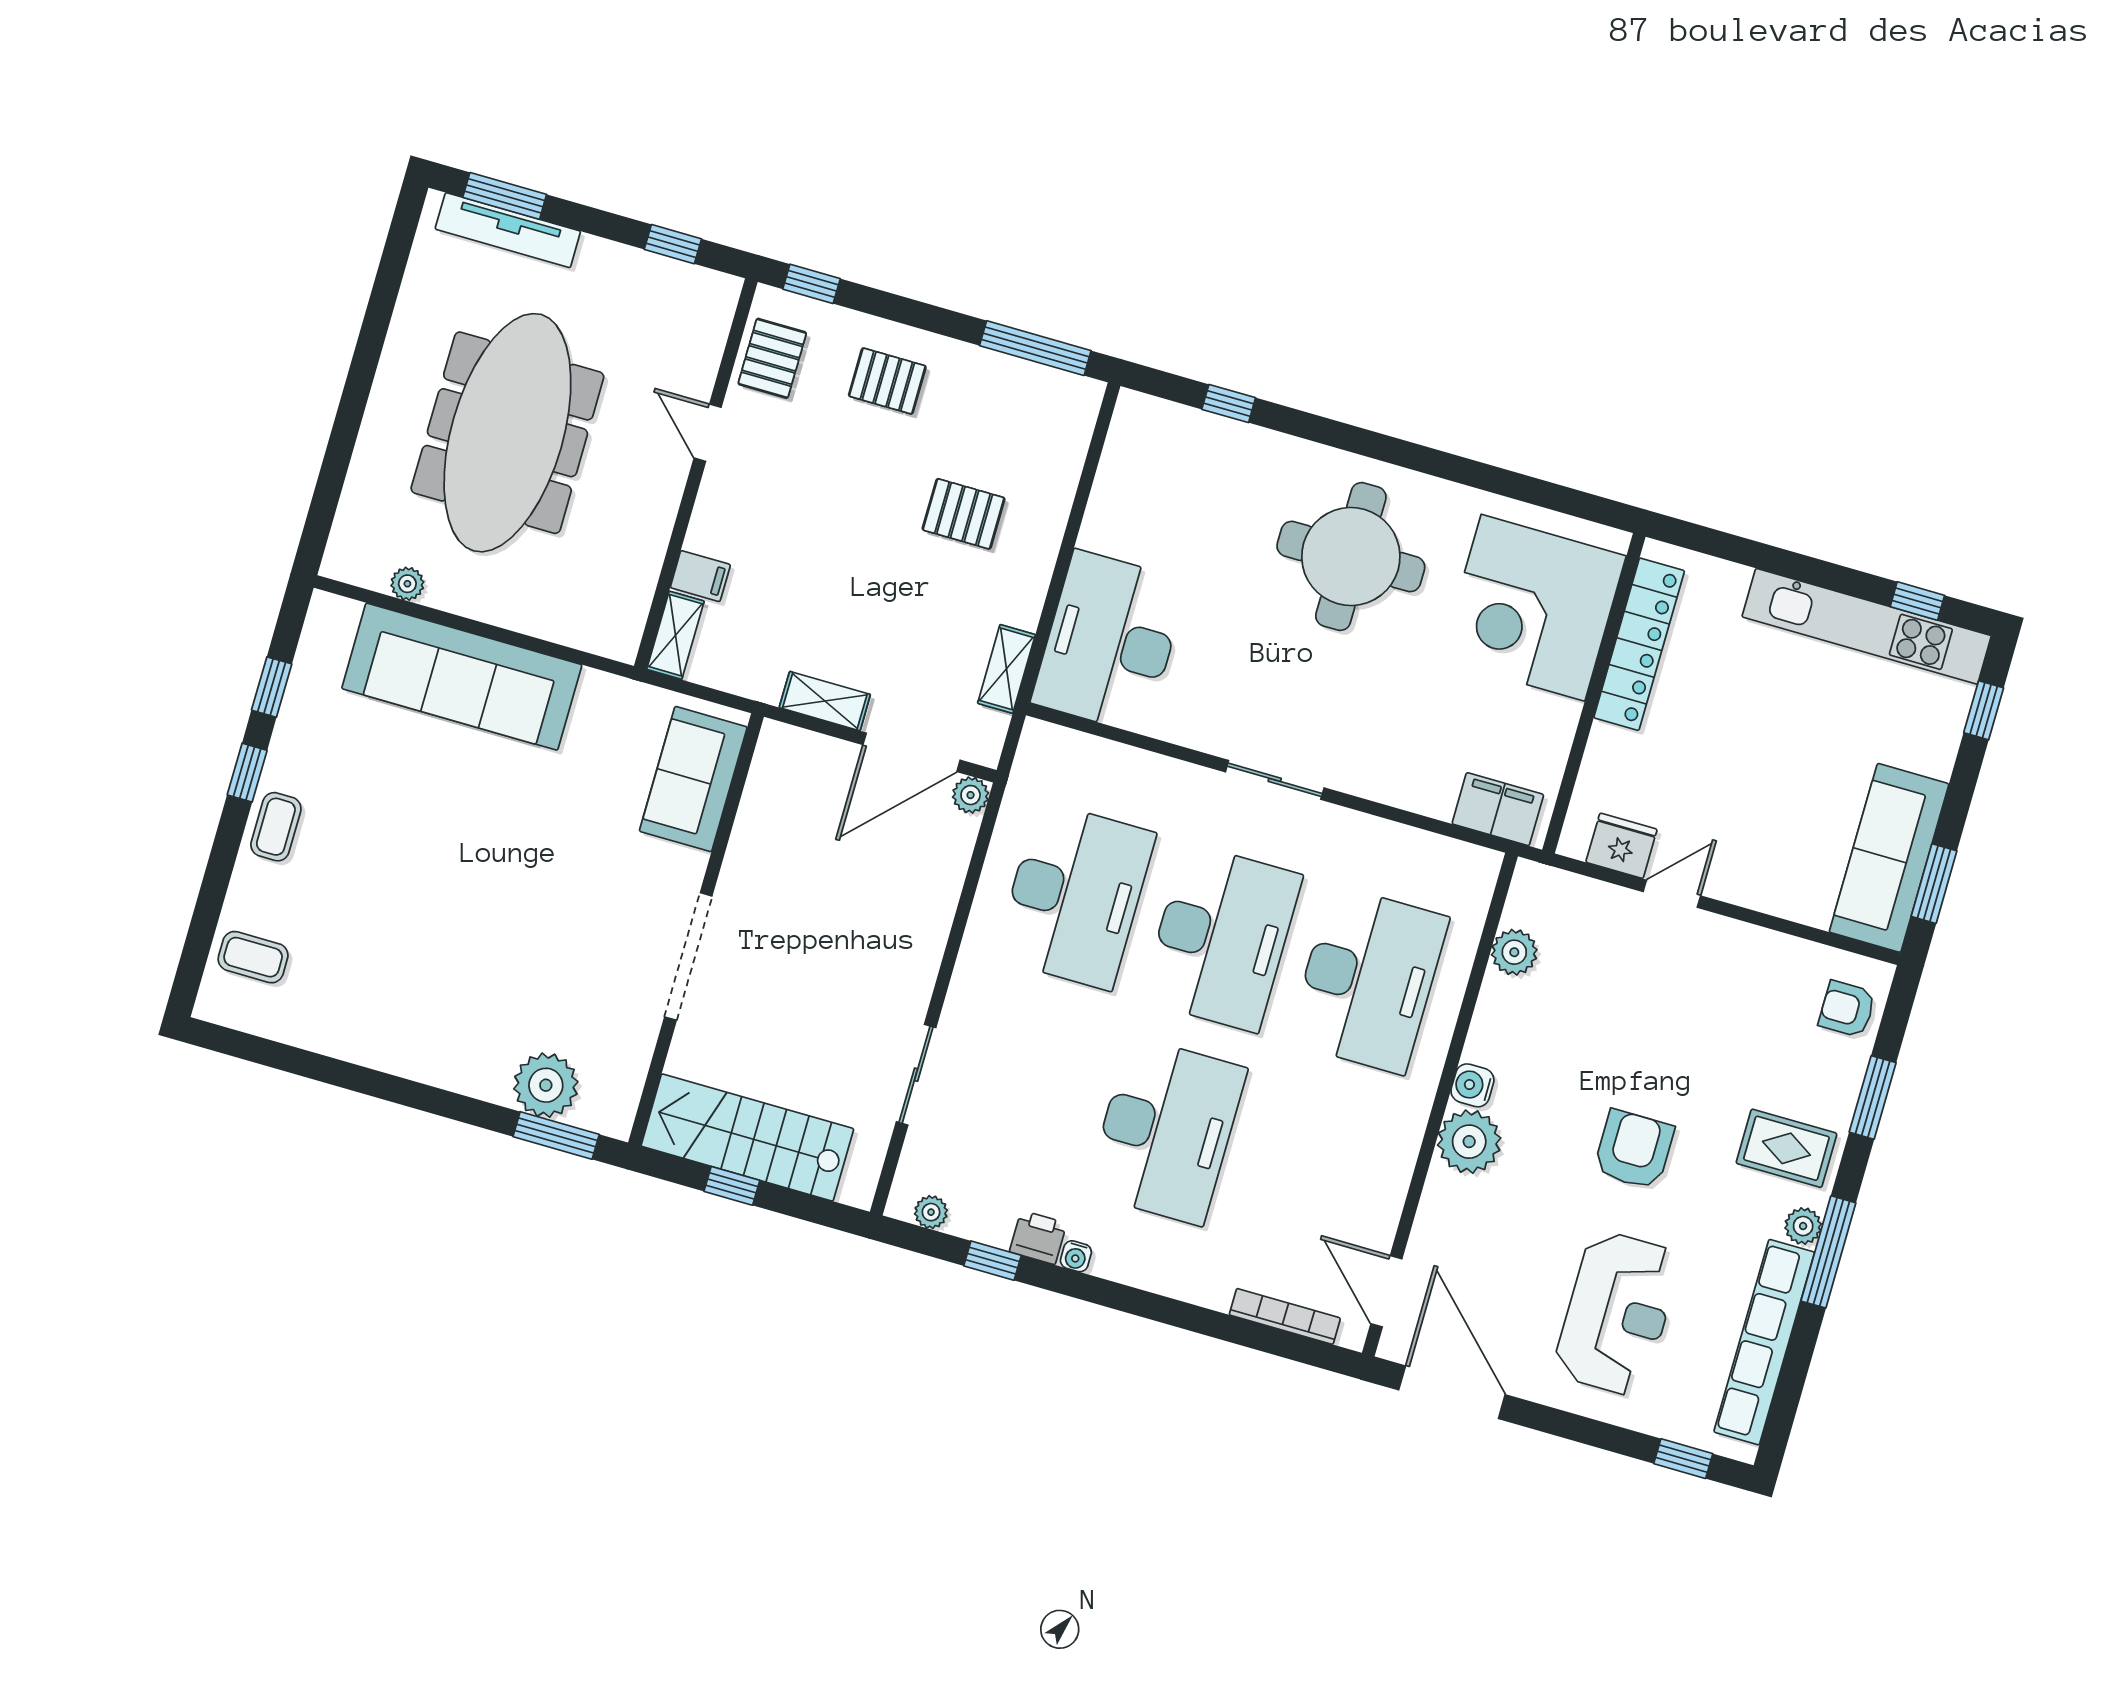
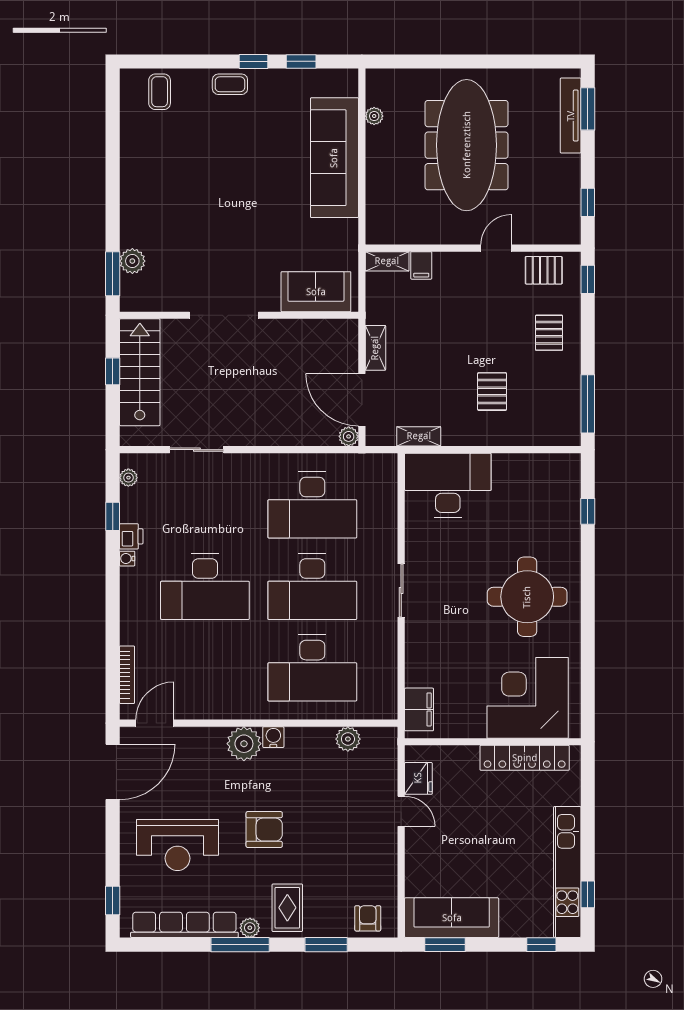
meeting table: (507, 433) -> (467, 145), turned 90
plant: (546, 1085) -> (132, 261), width x0.73, depth x0.73

